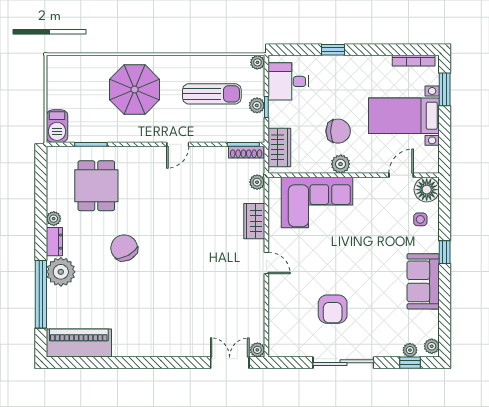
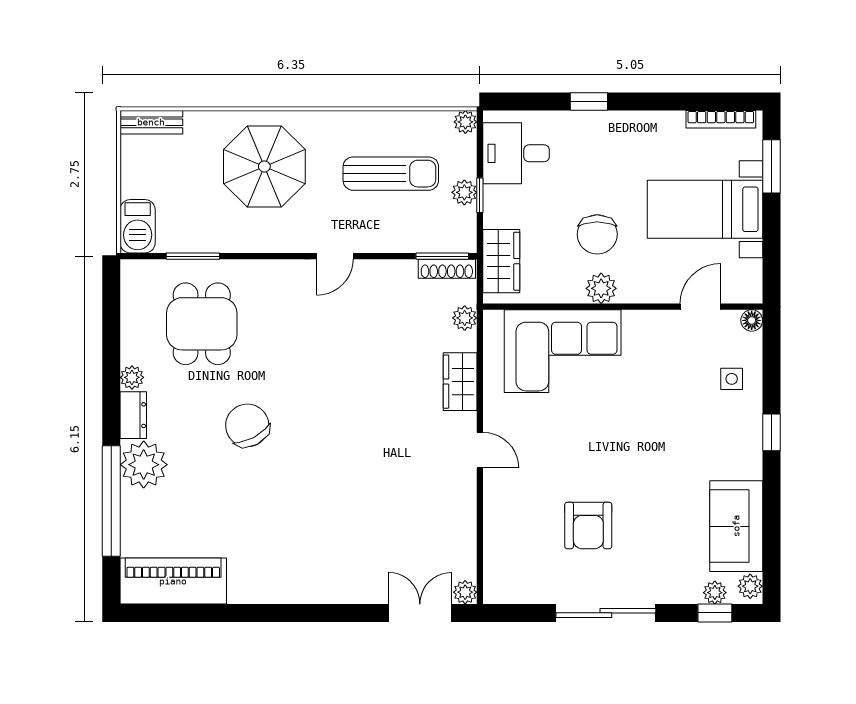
bench: (65, 63) -> (151, 122), added
chair: (338, 131) -> (597, 234), turned 90
floor lamp: (427, 190) -> (752, 320), width x0.53, depth x0.53
sofa: (423, 281) -> (736, 526), moved

